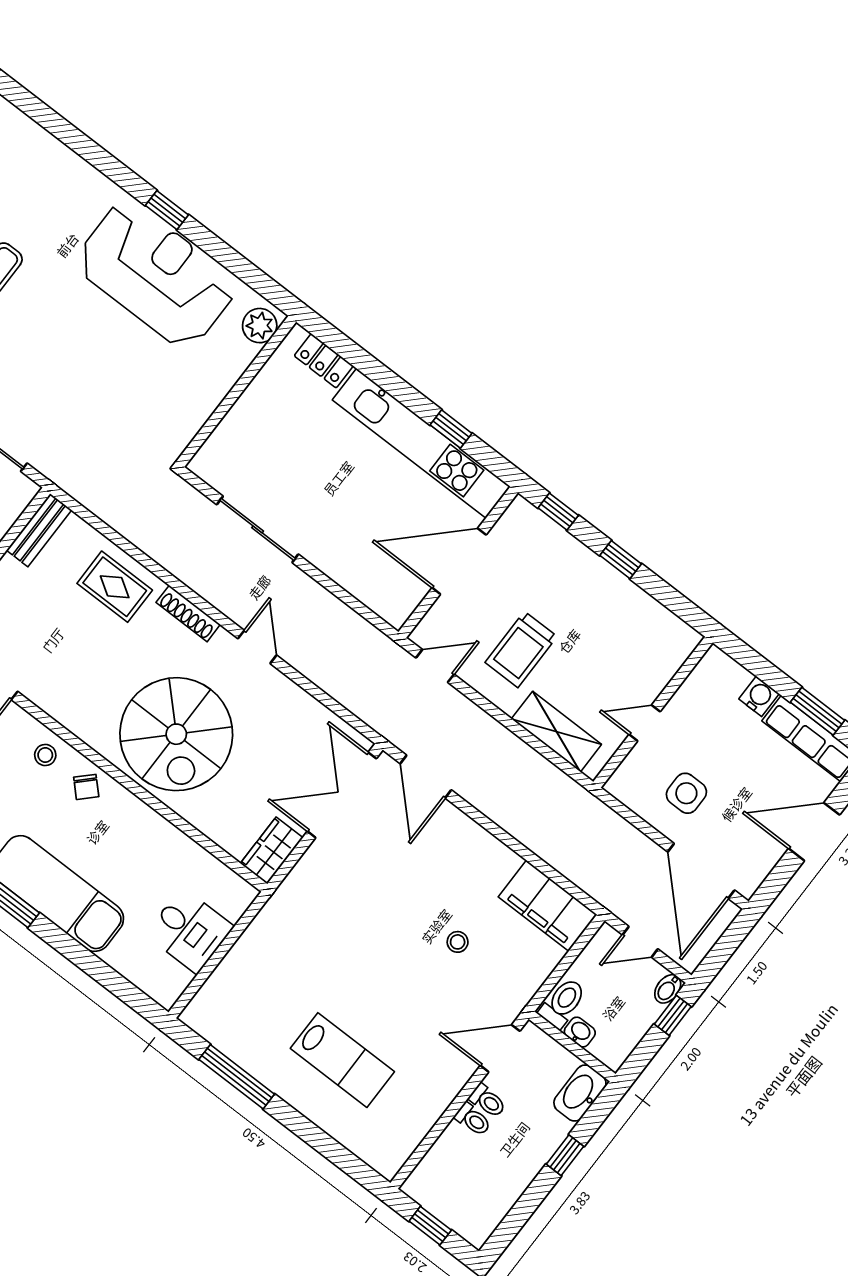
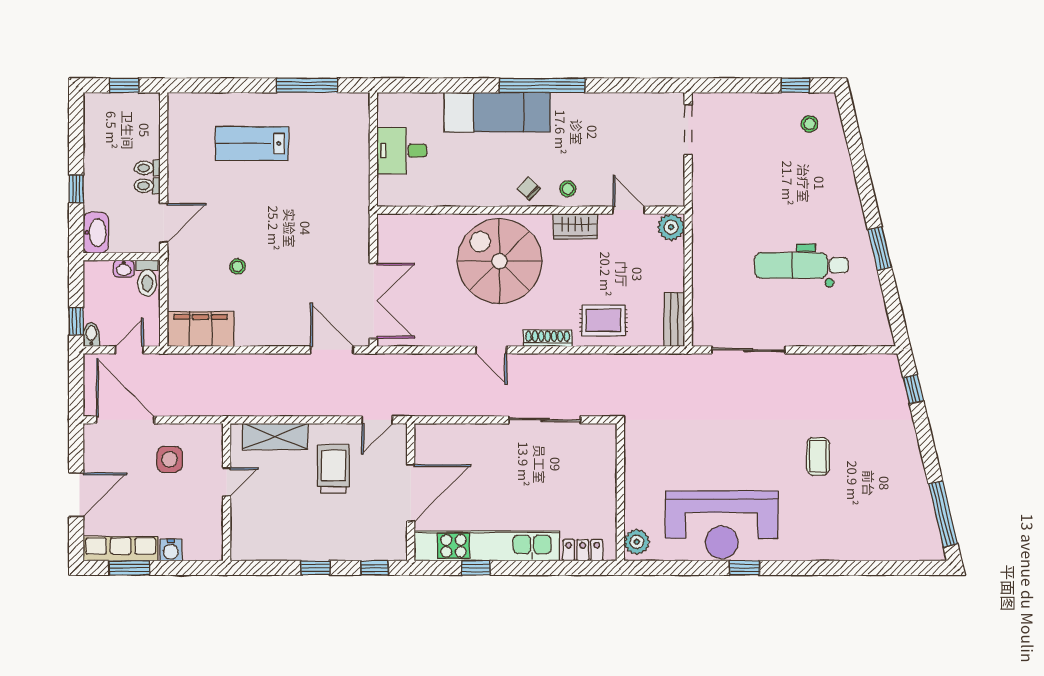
wardrobe: (272, 851) -> (575, 226), moved, turned 90

